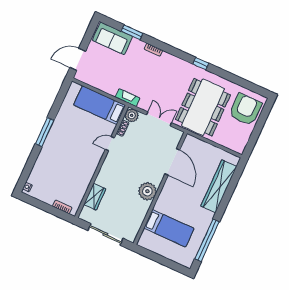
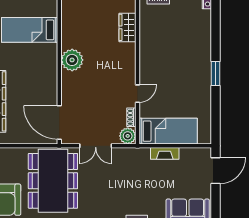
fireplace: (128, 98) -> (165, 153), moved
window: (45, 132) -> (215, 74), width x0.69
door: (172, 162) -> (59, 122), moved

